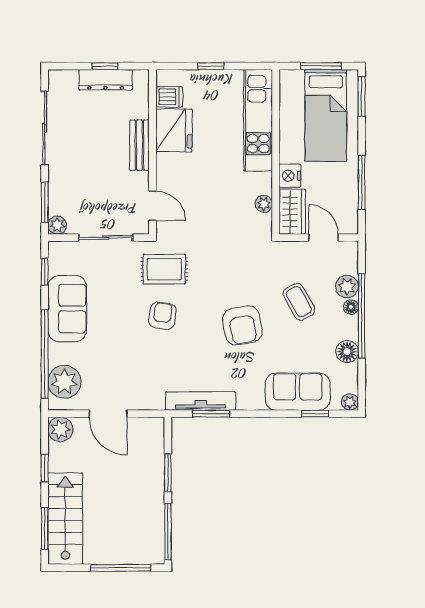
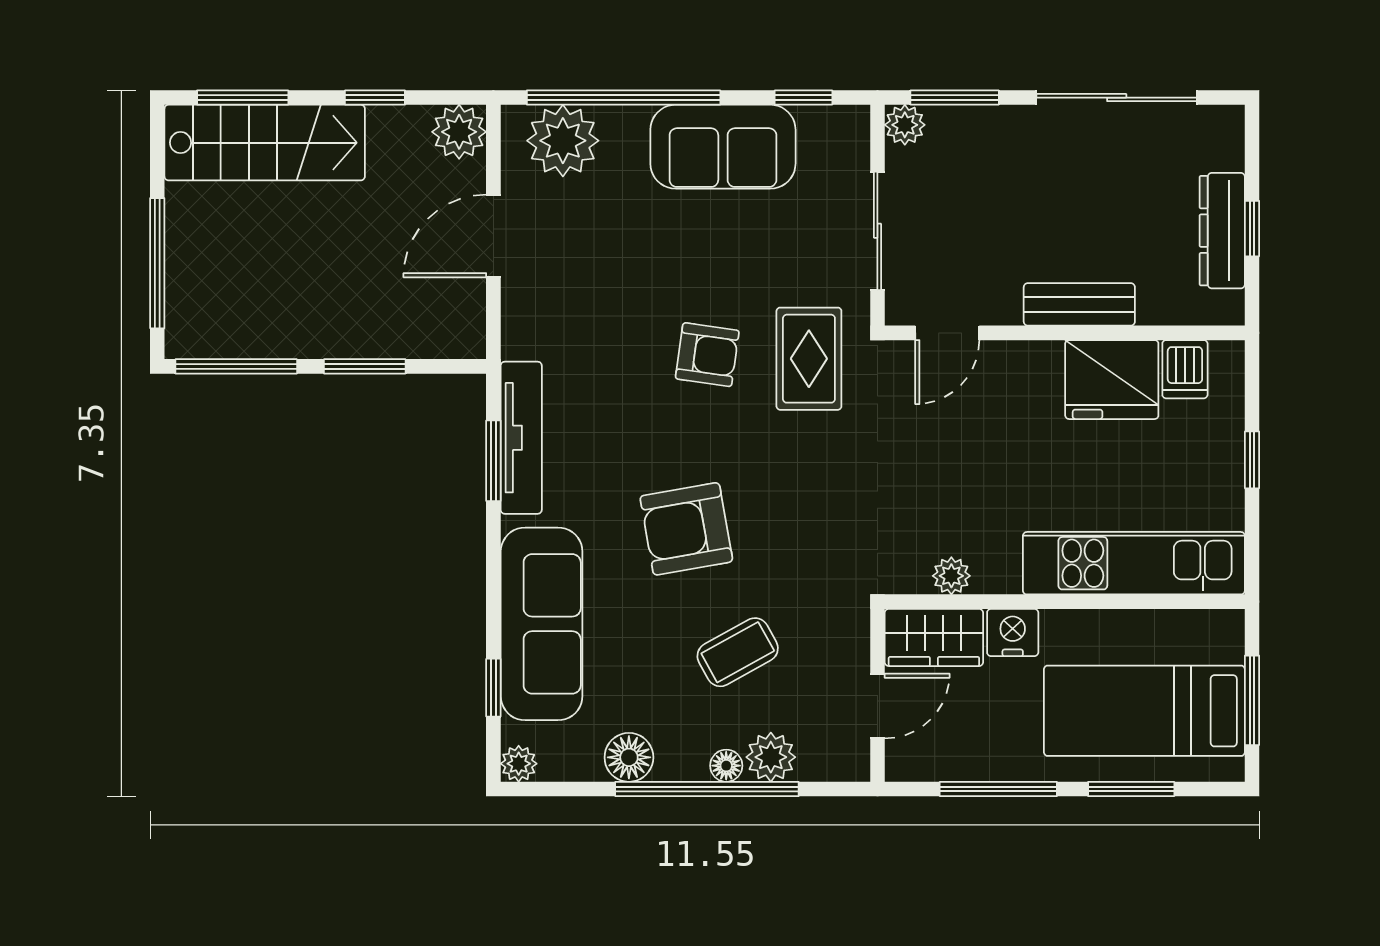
window: (362, 96) -> (1131, 789), moved
sofa: (298, 392) -> (542, 624), width x1.36

